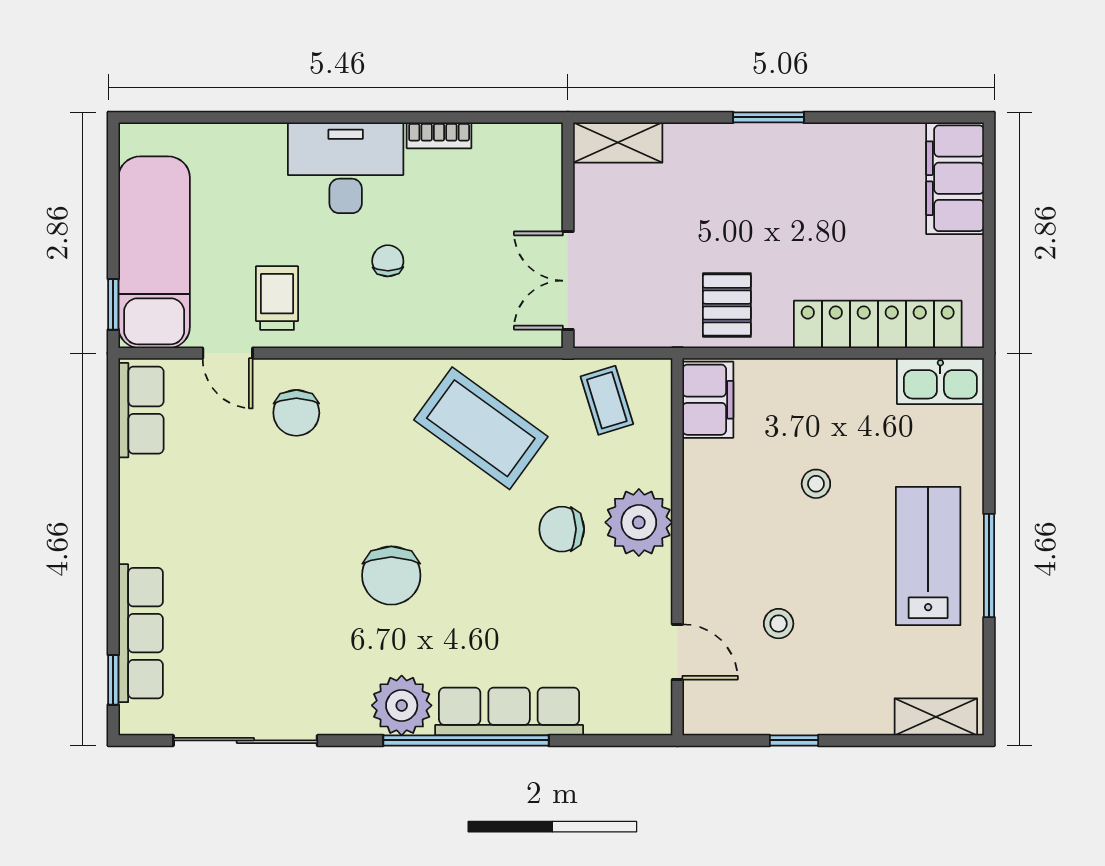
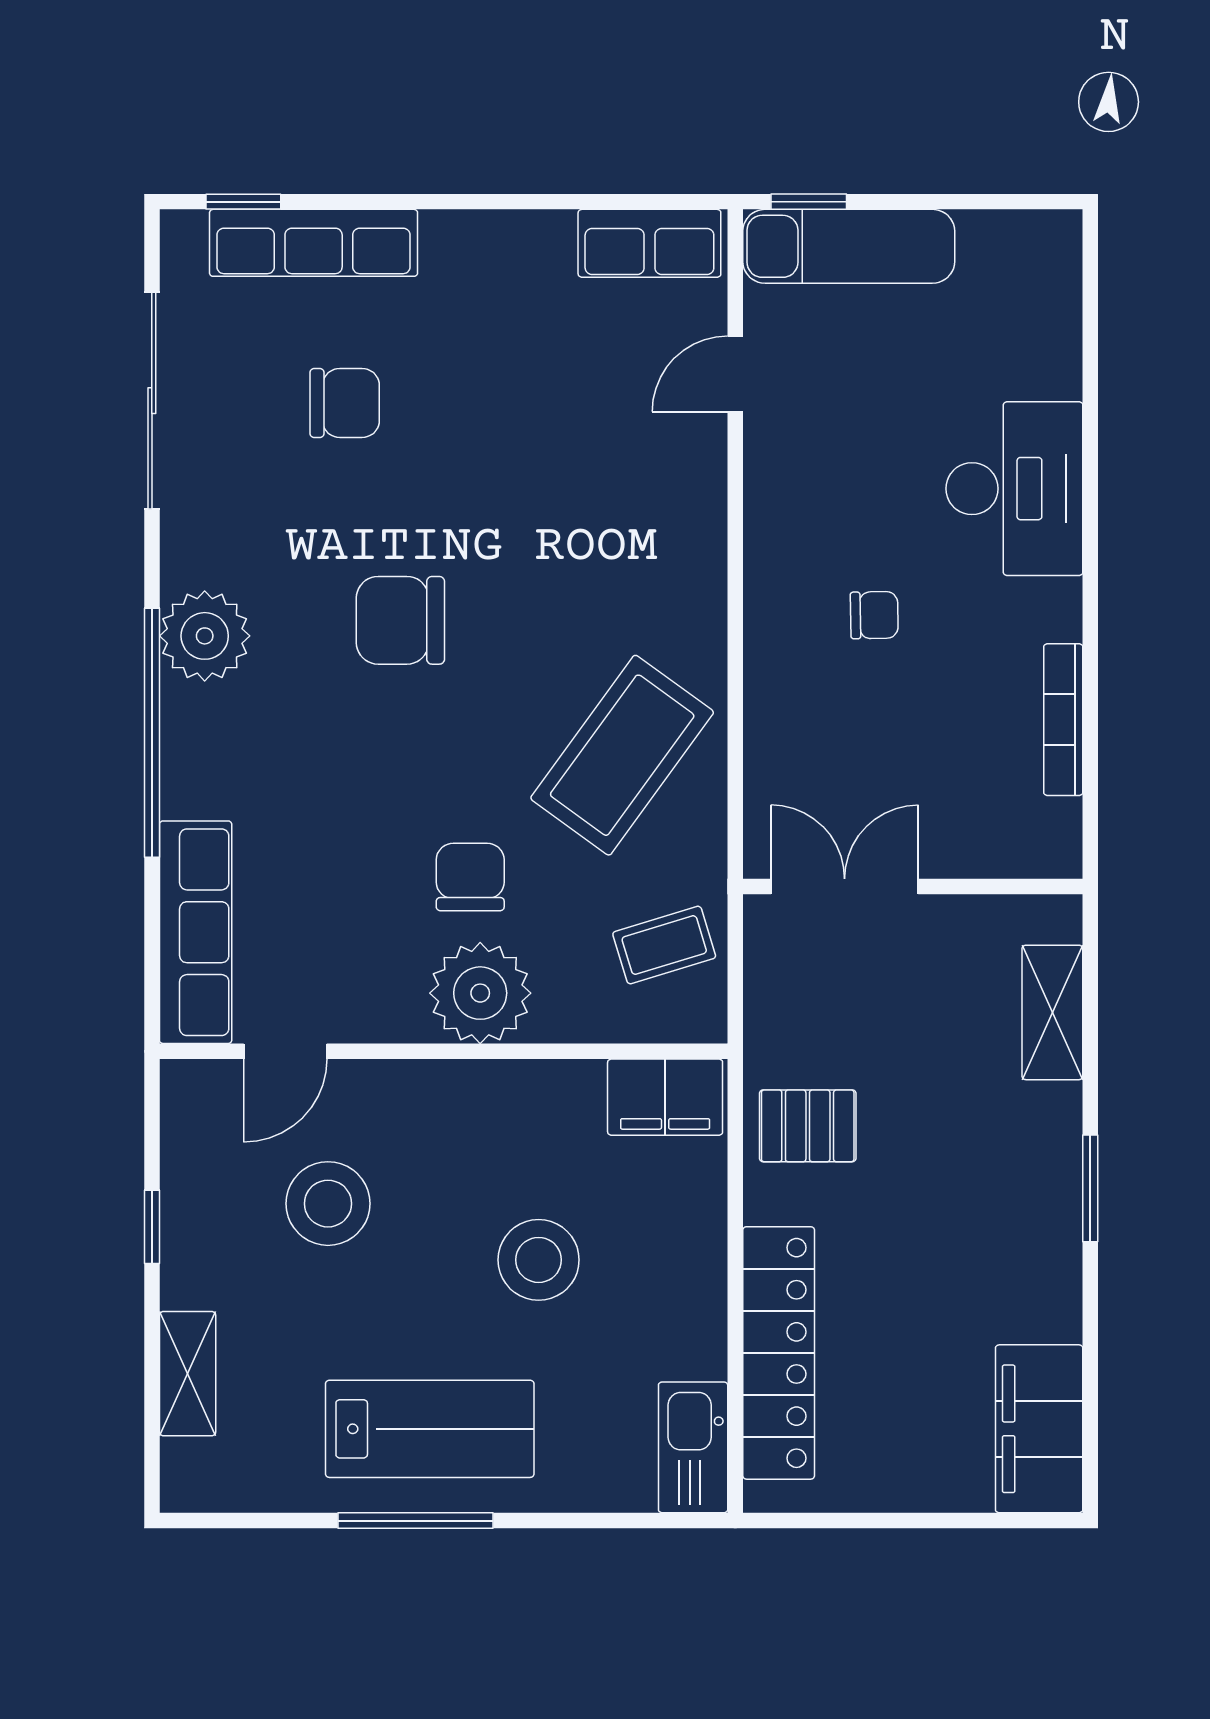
bookcase: (439, 135) -> (1063, 720), width x1.56
shelving: (618, 143) -> (1052, 1012), moved
desk: (346, 168) -> (1014, 489), moved
filing cabinet: (955, 178) -> (1039, 1429), moved, turned -90
exam couch: (154, 252) -> (849, 246), width x0.73, depth x0.69
trolley: (277, 298) -> (818, 448), removed
chair: (296, 413) -> (345, 403), moved, turned 180
stool: (816, 484) -> (539, 1260), width x1.89, depth x1.89
stool: (779, 624) -> (328, 1204), width x1.89, depth x1.89
row of seats: (509, 711) -> (196, 932), moved
shelving: (936, 717) -> (188, 1374), moved

